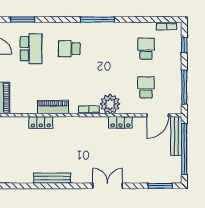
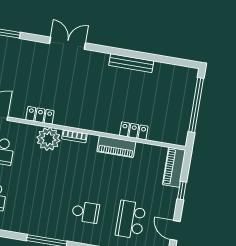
double door: (108, 186) -> (68, 43), swing flipped

